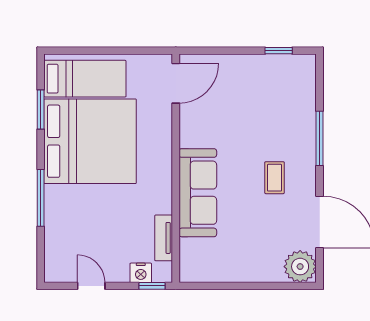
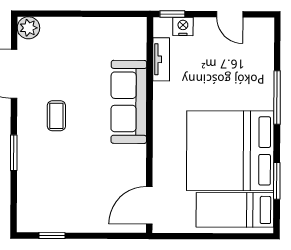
window: (320, 138) -> (14, 153), width x0.69
plant: (300, 267) -> (28, 28), width x0.73, depth x0.73

